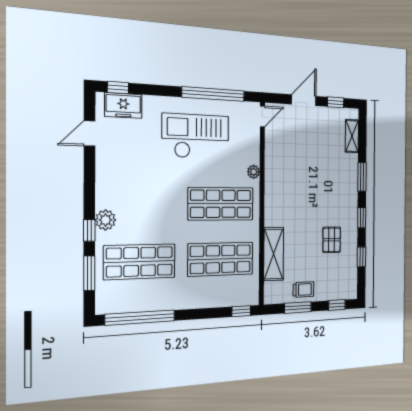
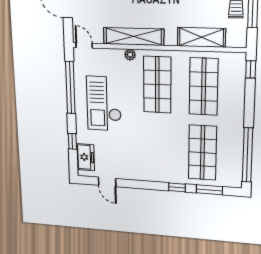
window: (118, 88) -> (72, 141), moved
shelving: (273, 176) -> (134, 36), added
plant: (105, 220) -> (170, 176), removed

